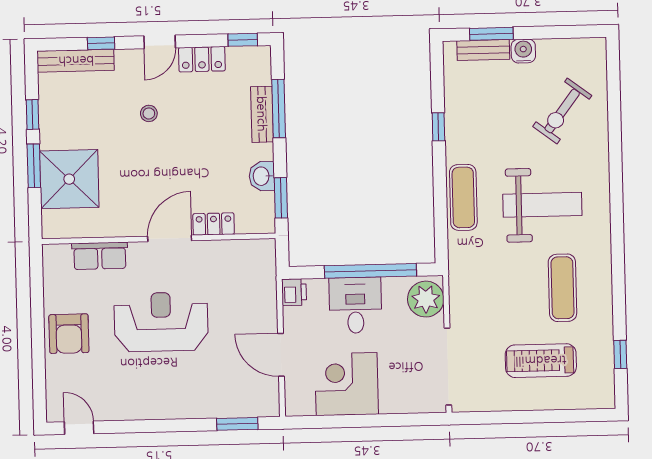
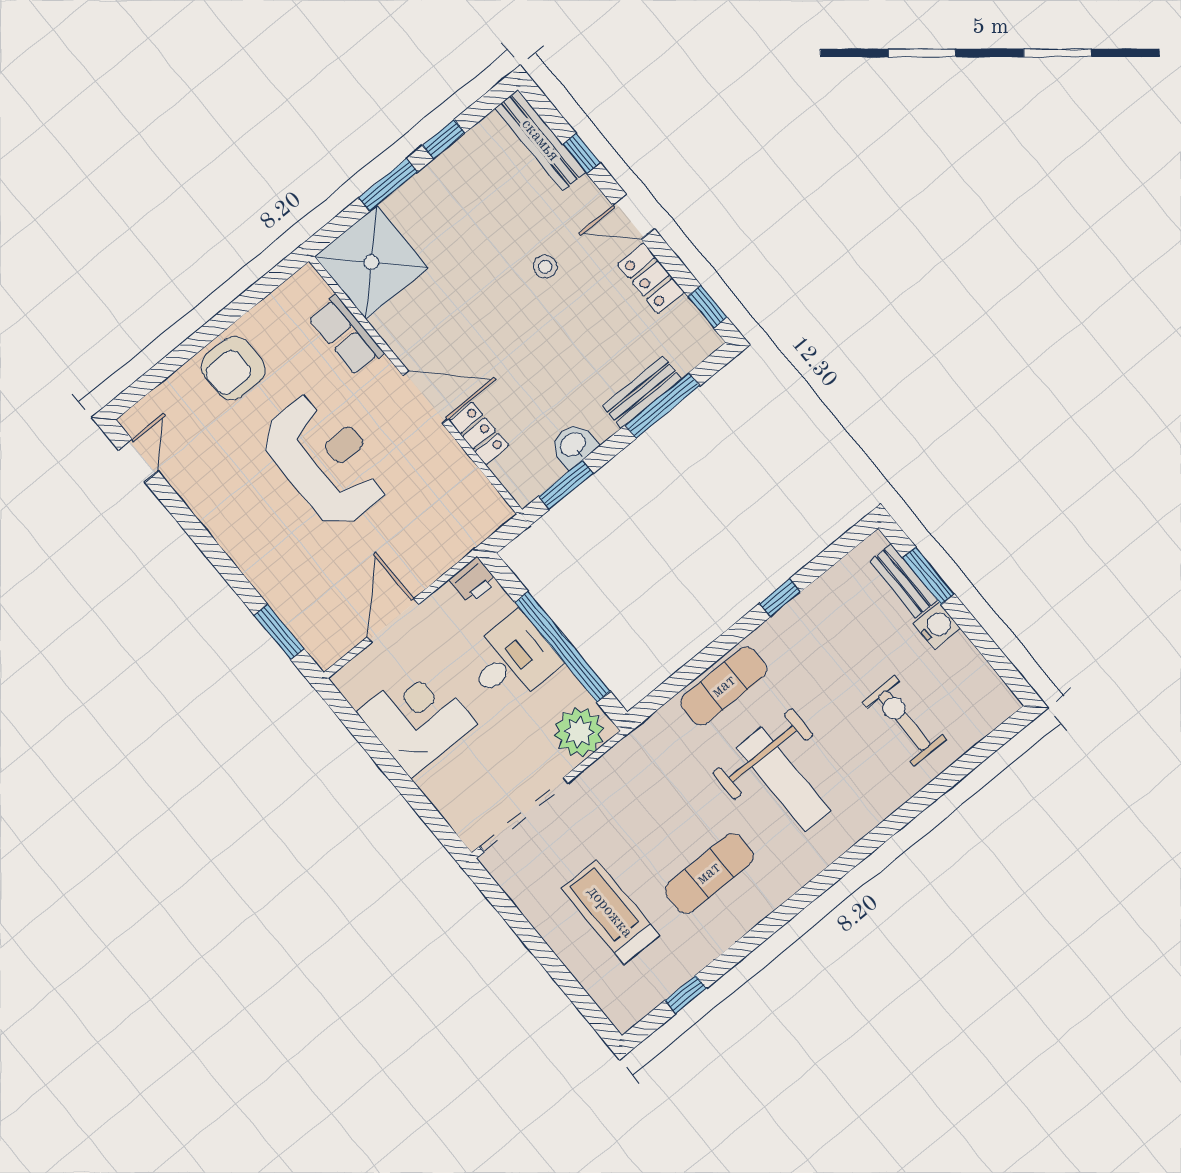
exercise bike: (562, 111) -> (904, 721), turned 53
shower: (69, 179) -> (371, 262), moved

